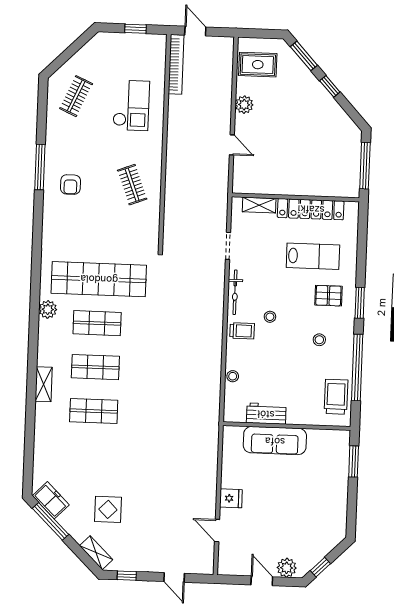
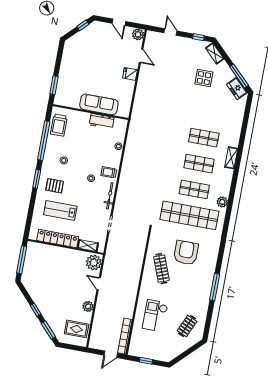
door: (195, 31) -> (111, 354), hinge flipped
plant: (245, 178) -> (94, 263), added
armchair: (70, 185) -> (186, 253), moved, width x1.88, depth x1.88
clothes rail: (132, 185) -> (161, 269), width x1.36
plant: (287, 568) -> (138, 34), moved

